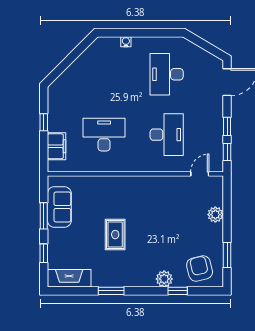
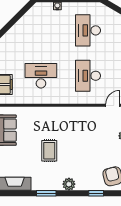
desk: (167, 135) -> (88, 76), turned 180
plant: (164, 279) -> (69, 184), moved

